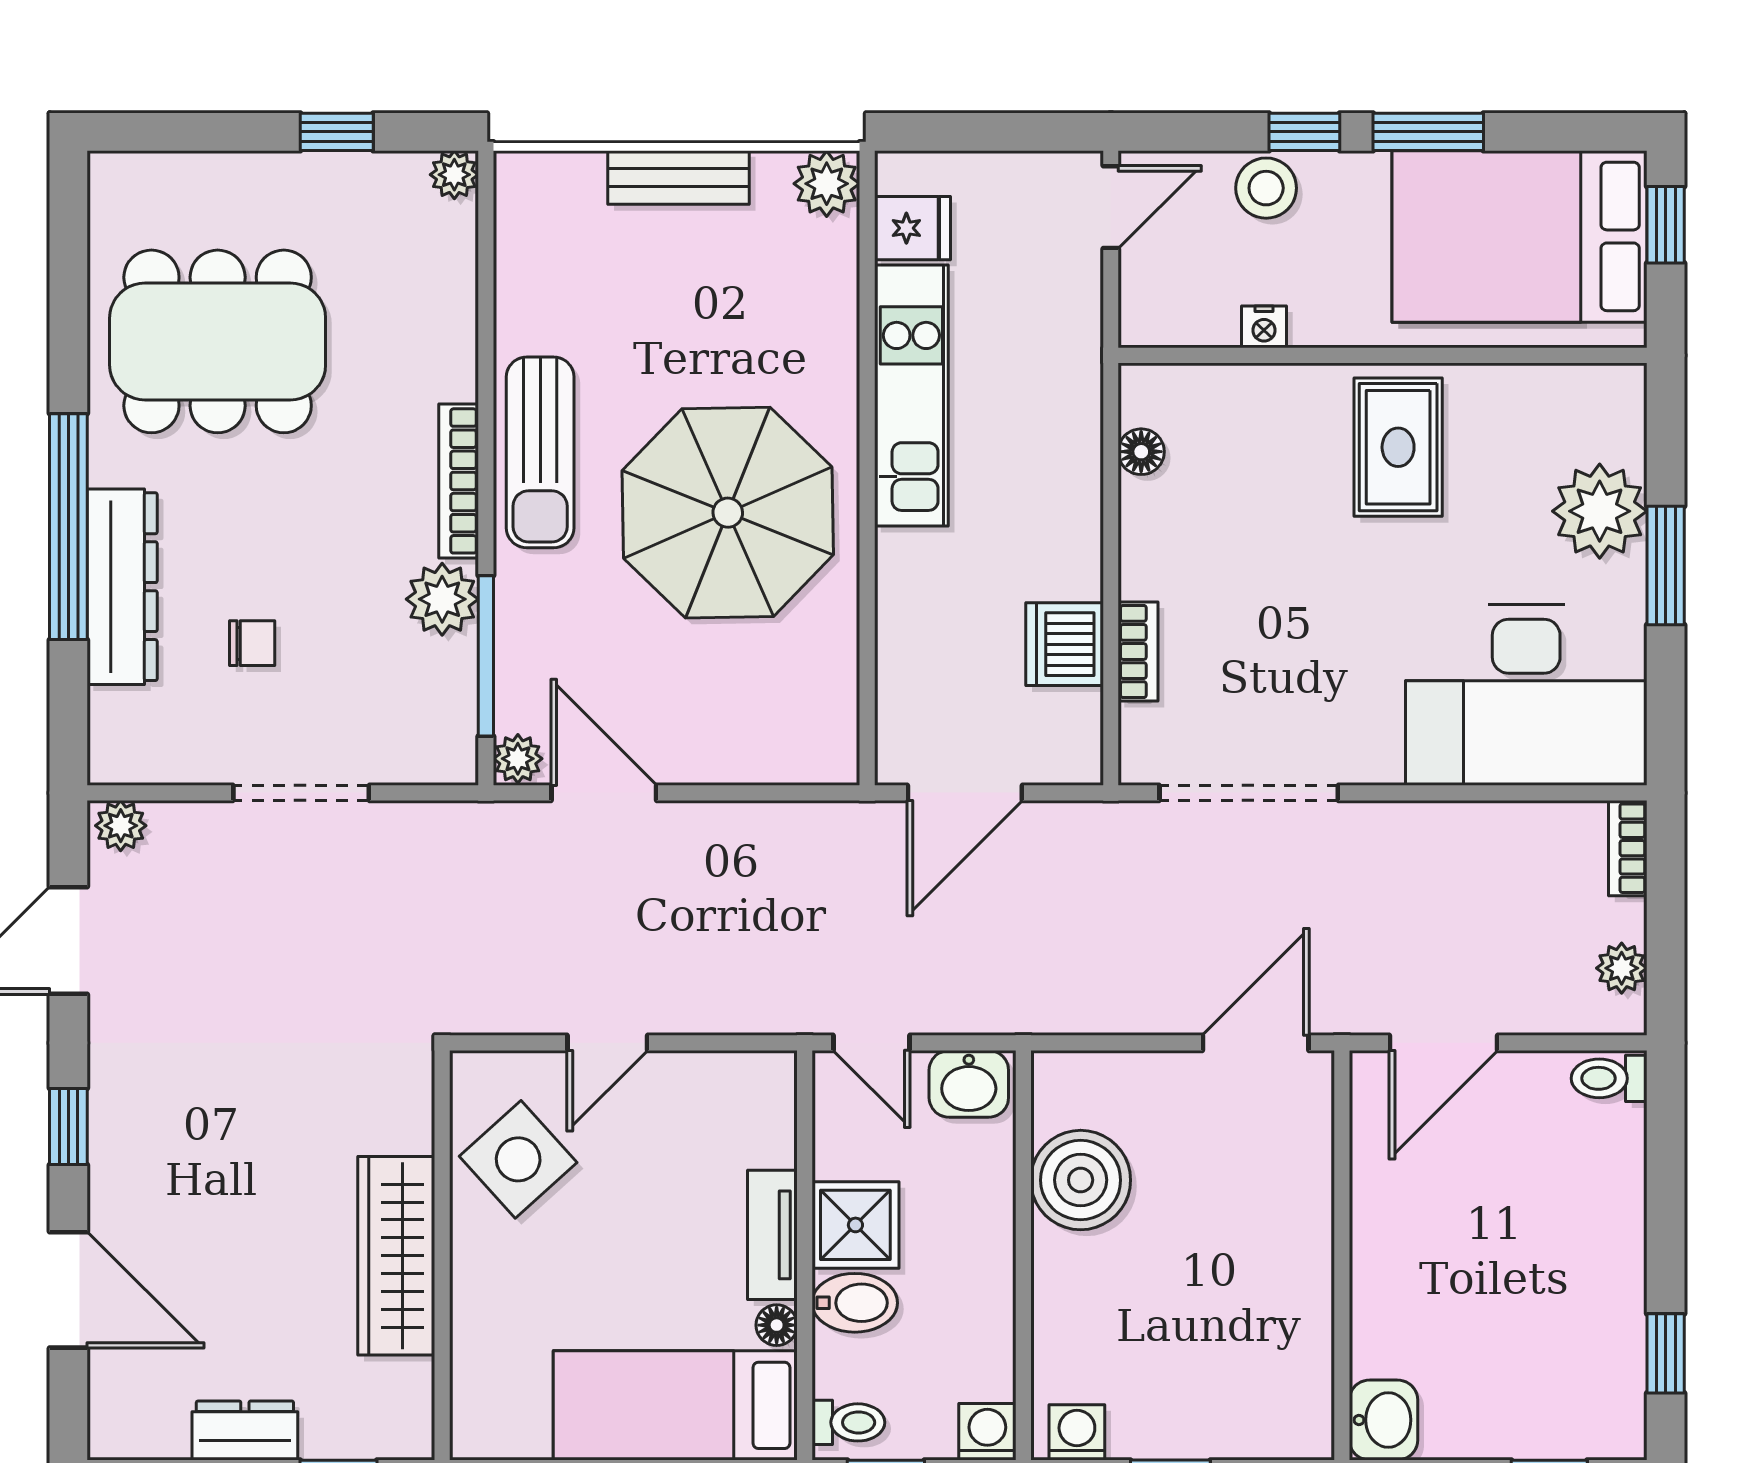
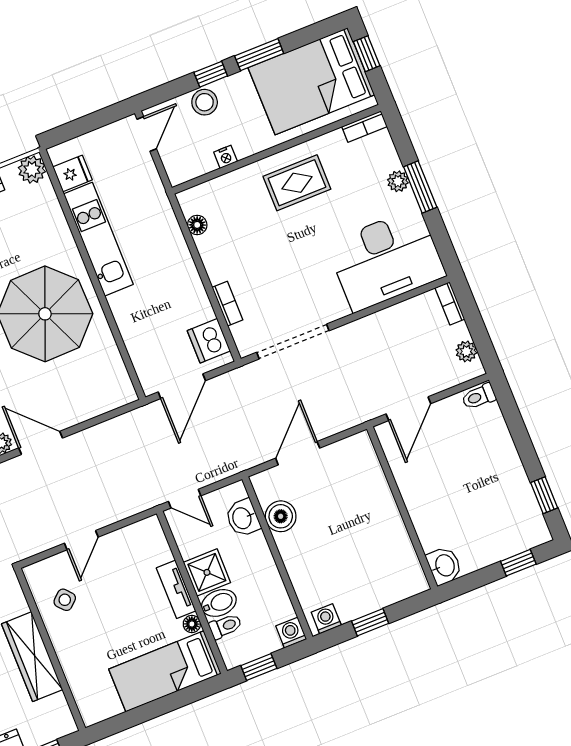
bookcase: (1596, 383) -> (364, 127), added
rug: (1398, 447) -> (297, 183), turned 90
plant: (1600, 511) -> (398, 181), width x0.53, depth x0.53
dishwasher: (1065, 644) -> (209, 341), moved
door: (1256, 1043) -> (298, 453), moved
washbasin: (969, 1084) -> (243, 518), moved, turned 90
side table: (518, 1159) -> (65, 600), width x0.54, depth x0.54
boiler: (1081, 1180) -> (281, 516), width x0.73, depth x0.73
toilet: (848, 1422) -> (225, 626), moved

